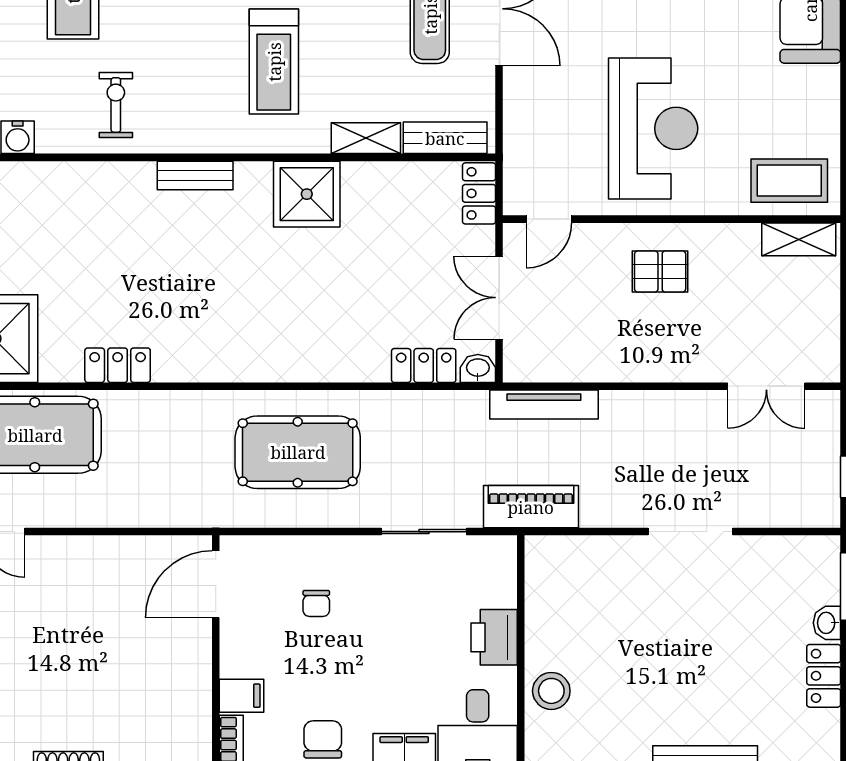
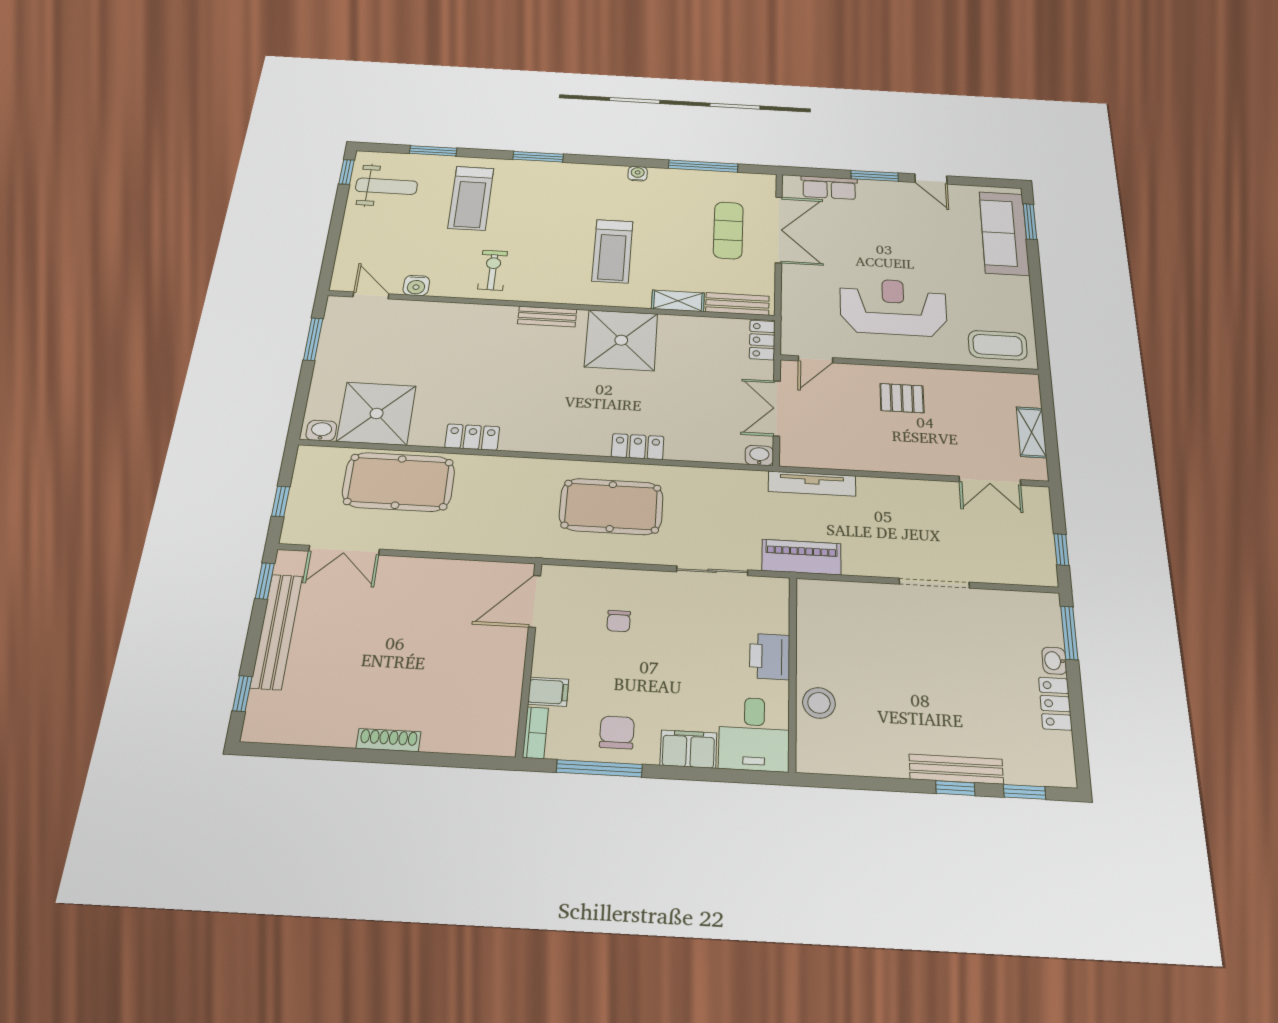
reception desk: (653, 128) -> (893, 307), turned -90
shower: (307, 194) -> (621, 340), width x1.37, depth x1.37
shelving: (799, 239) -> (1031, 432), moved, turned 90
locker: (424, 365) -> (638, 447), moved

